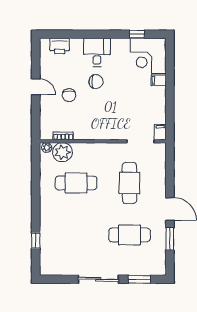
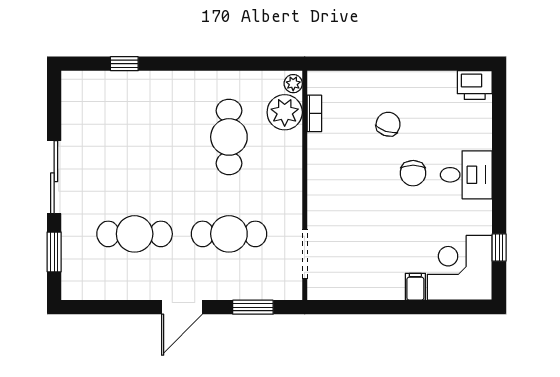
printer: (60, 46) -> (475, 85), moved, turned -90
door: (36, 87) -> (404, 64), removed
chair: (69, 95) -> (388, 124), turned 109
filing cabinet: (160, 132) -> (321, 290), removed
cafe table: (129, 235) -> (135, 234), turned 90
window: (170, 239) -> (253, 307), moved

